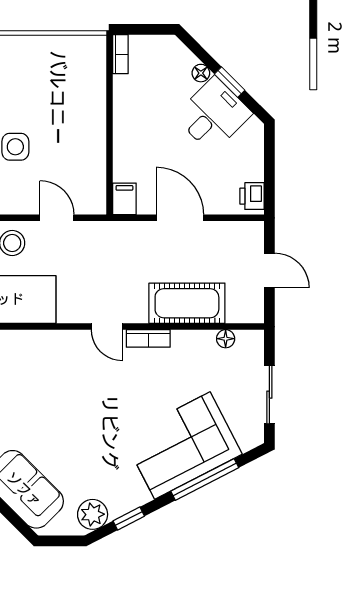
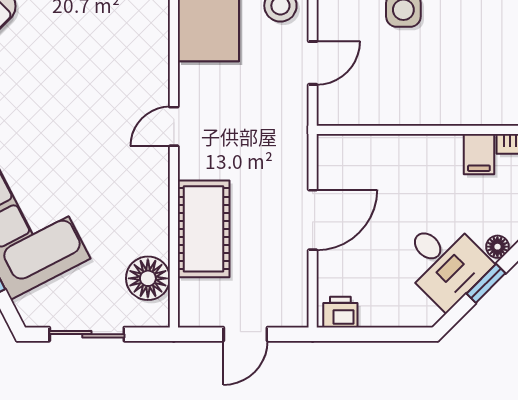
filing cabinet: (124, 199) -> (479, 154), moved, turned 90
bookcase: (148, 338) -> (159, 179), removed
floor lamp: (226, 339) -> (148, 278), width x1.89, depth x1.89

